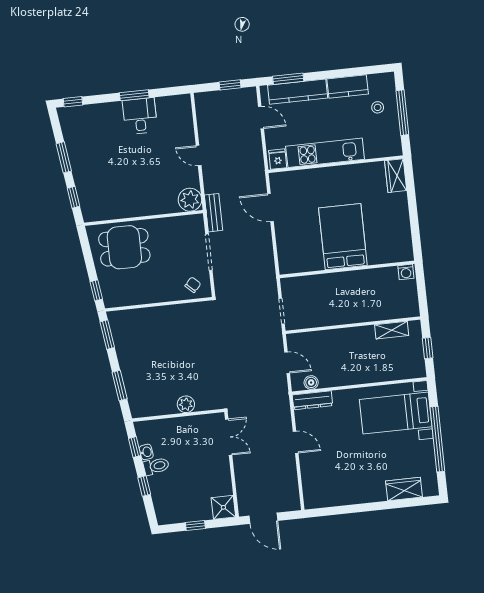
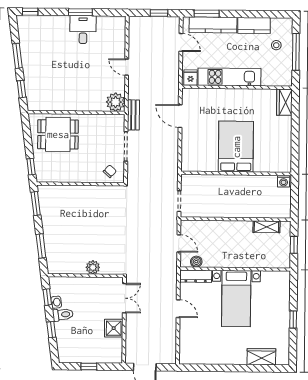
bed with nightstands: (396, 413) -> (236, 299), moved, turned -90
window: (437, 439) -> (293, 320), width x0.32
shower: (223, 507) -> (114, 328), moved

